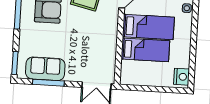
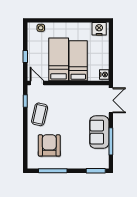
sofa: (45, 69) -> (99, 132), moved
nightstand: (127, 80) -> (104, 74), added

